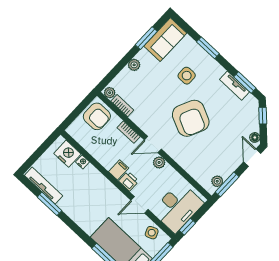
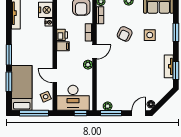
window: (263, 116) -> (167, 97), removed
armchair: (191, 118) -> (125, 34), moved, width x0.53, depth x0.53
door: (153, 145) -> (95, 52), swing flipped
printer: (129, 181) -> (62, 35), moved
window: (49, 204) -> (9, 55), moved
window: (187, 227) -> (80, 113), moved

